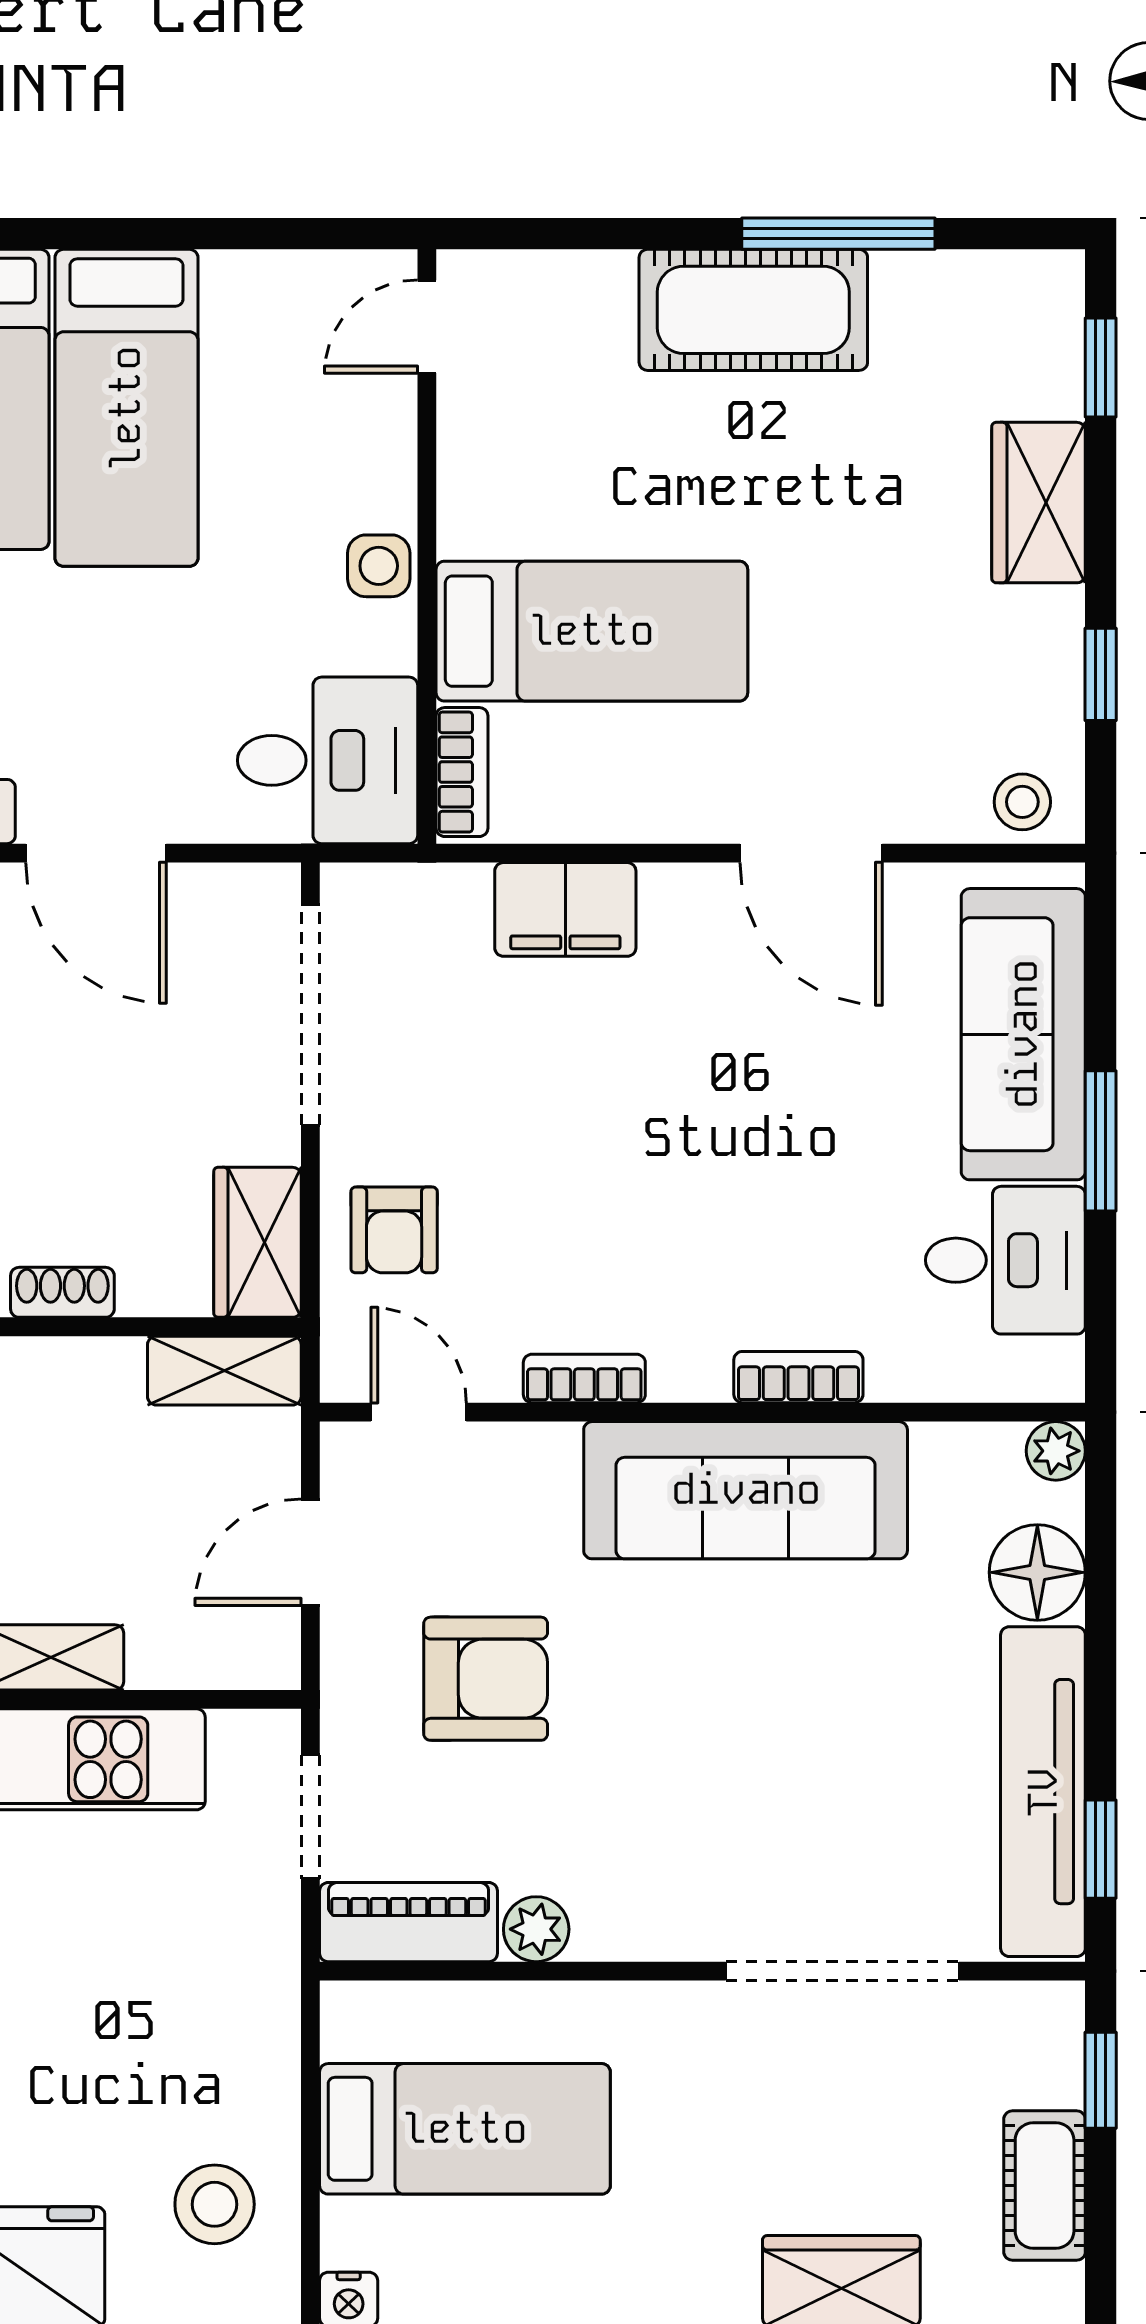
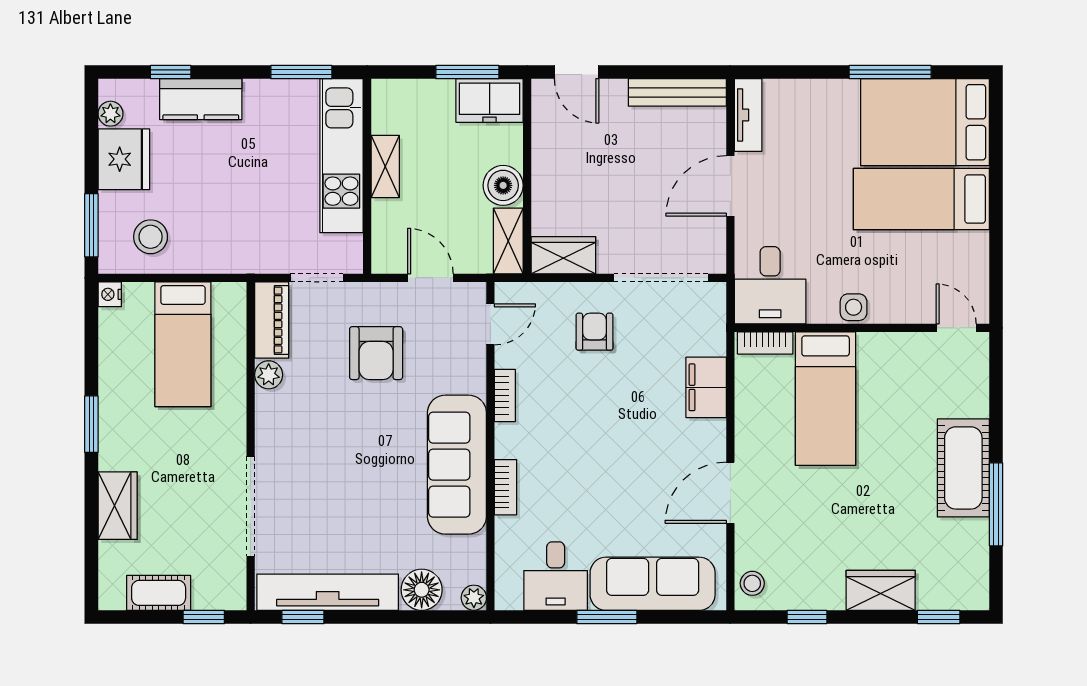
armchair: (394, 1230) -> (595, 332), moved, turned 90
shoe rack: (62, 1292) -> (542, 172), removed
boiler: (95, 1383) -> (503, 185), added

